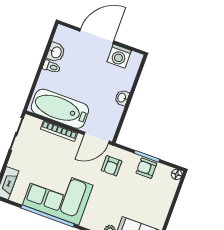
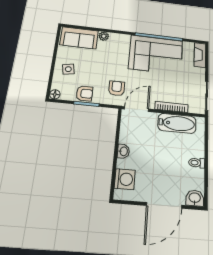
washbasin: (56, 52) -> (195, 198), moved, turned 90
washing machine: (119, 56) -> (125, 179), moved, turned 90
bathtub: (60, 109) -> (177, 123), width x0.73, depth x0.73
side table: (157, 200) -> (68, 69), added

